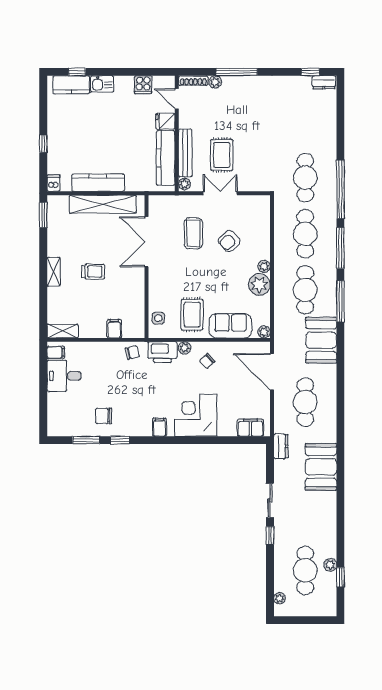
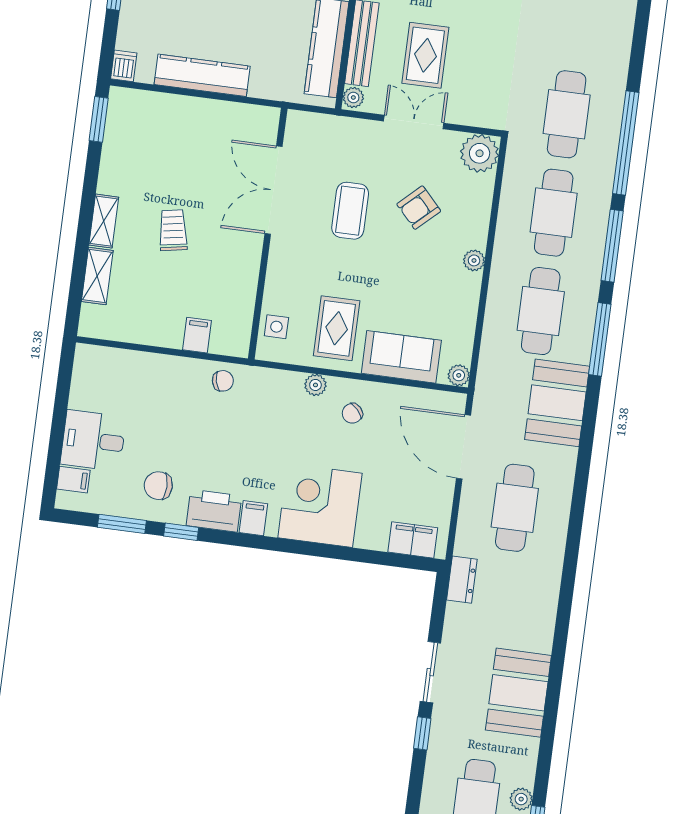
shelving: (103, 204) -> (206, 114), removed
coffee table: (193, 233) -> (350, 211), moved
trolley: (93, 272) -> (173, 230), turned -100
plant: (259, 285) -> (480, 153), moved
shelving: (63, 331) -> (97, 276), moved, turned 90
filing cabinet: (56, 352) -> (73, 480), moved
printer: (162, 352) -> (214, 511), moved, turned 180
desk: (64, 376) -> (93, 440), moved
booth: (321, 467) -> (518, 693), moved

